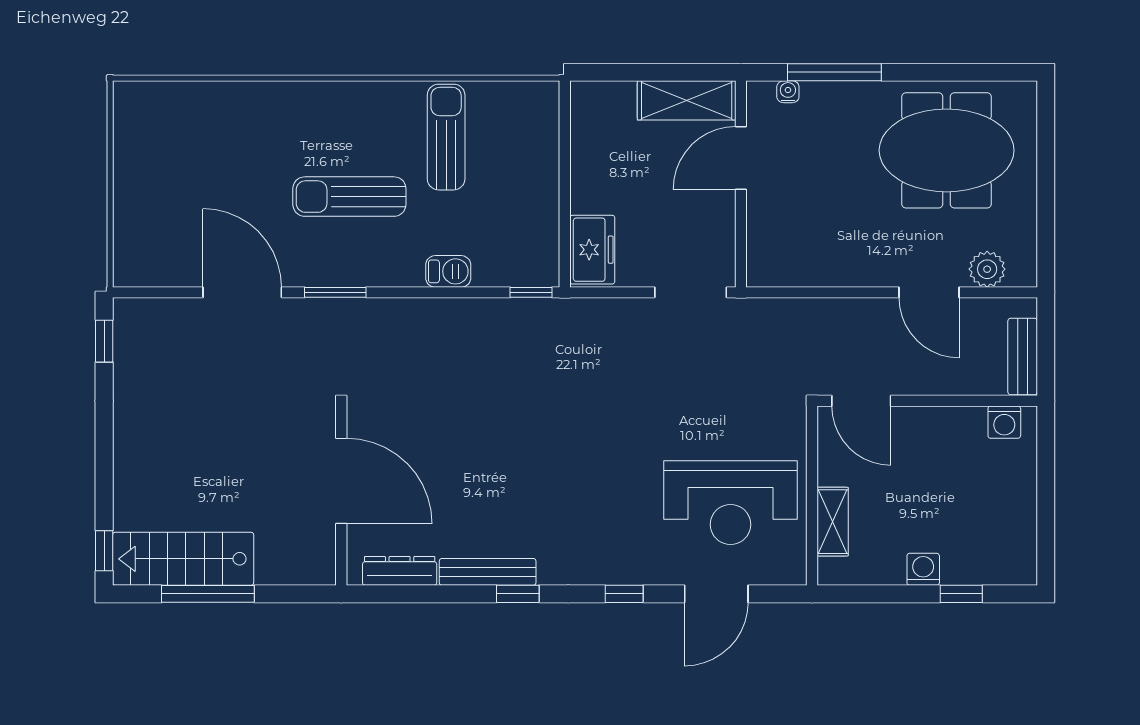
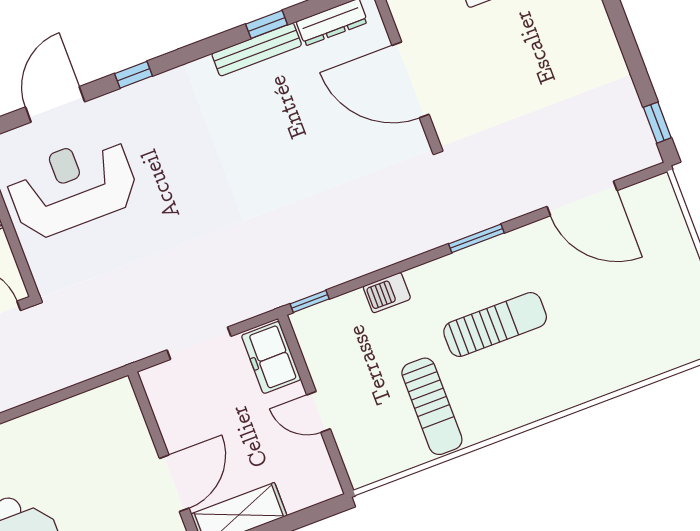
door: (565, 175) -> (319, 412), added
door: (242, 292) -> (582, 198), moved
doorway: (691, 292) -> (199, 343), moved
window: (518, 594) -> (267, 24), moved

